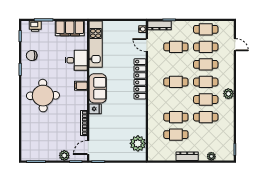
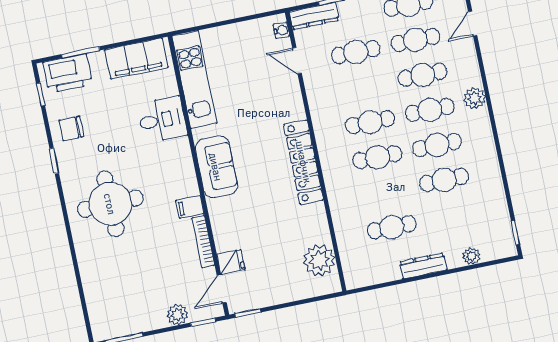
printer: (35, 26) -> (68, 73), width x1.87, depth x1.48
door: (235, 45) -> (473, 24), swing flipped
locker: (140, 79) -> (304, 162), moved
filing cabinet: (81, 86) -> (190, 207), moved
plant: (228, 94) -> (475, 98), moved
fridge: (95, 109) -> (231, 262), moved
cafe table: (176, 117) -> (377, 157), moved

